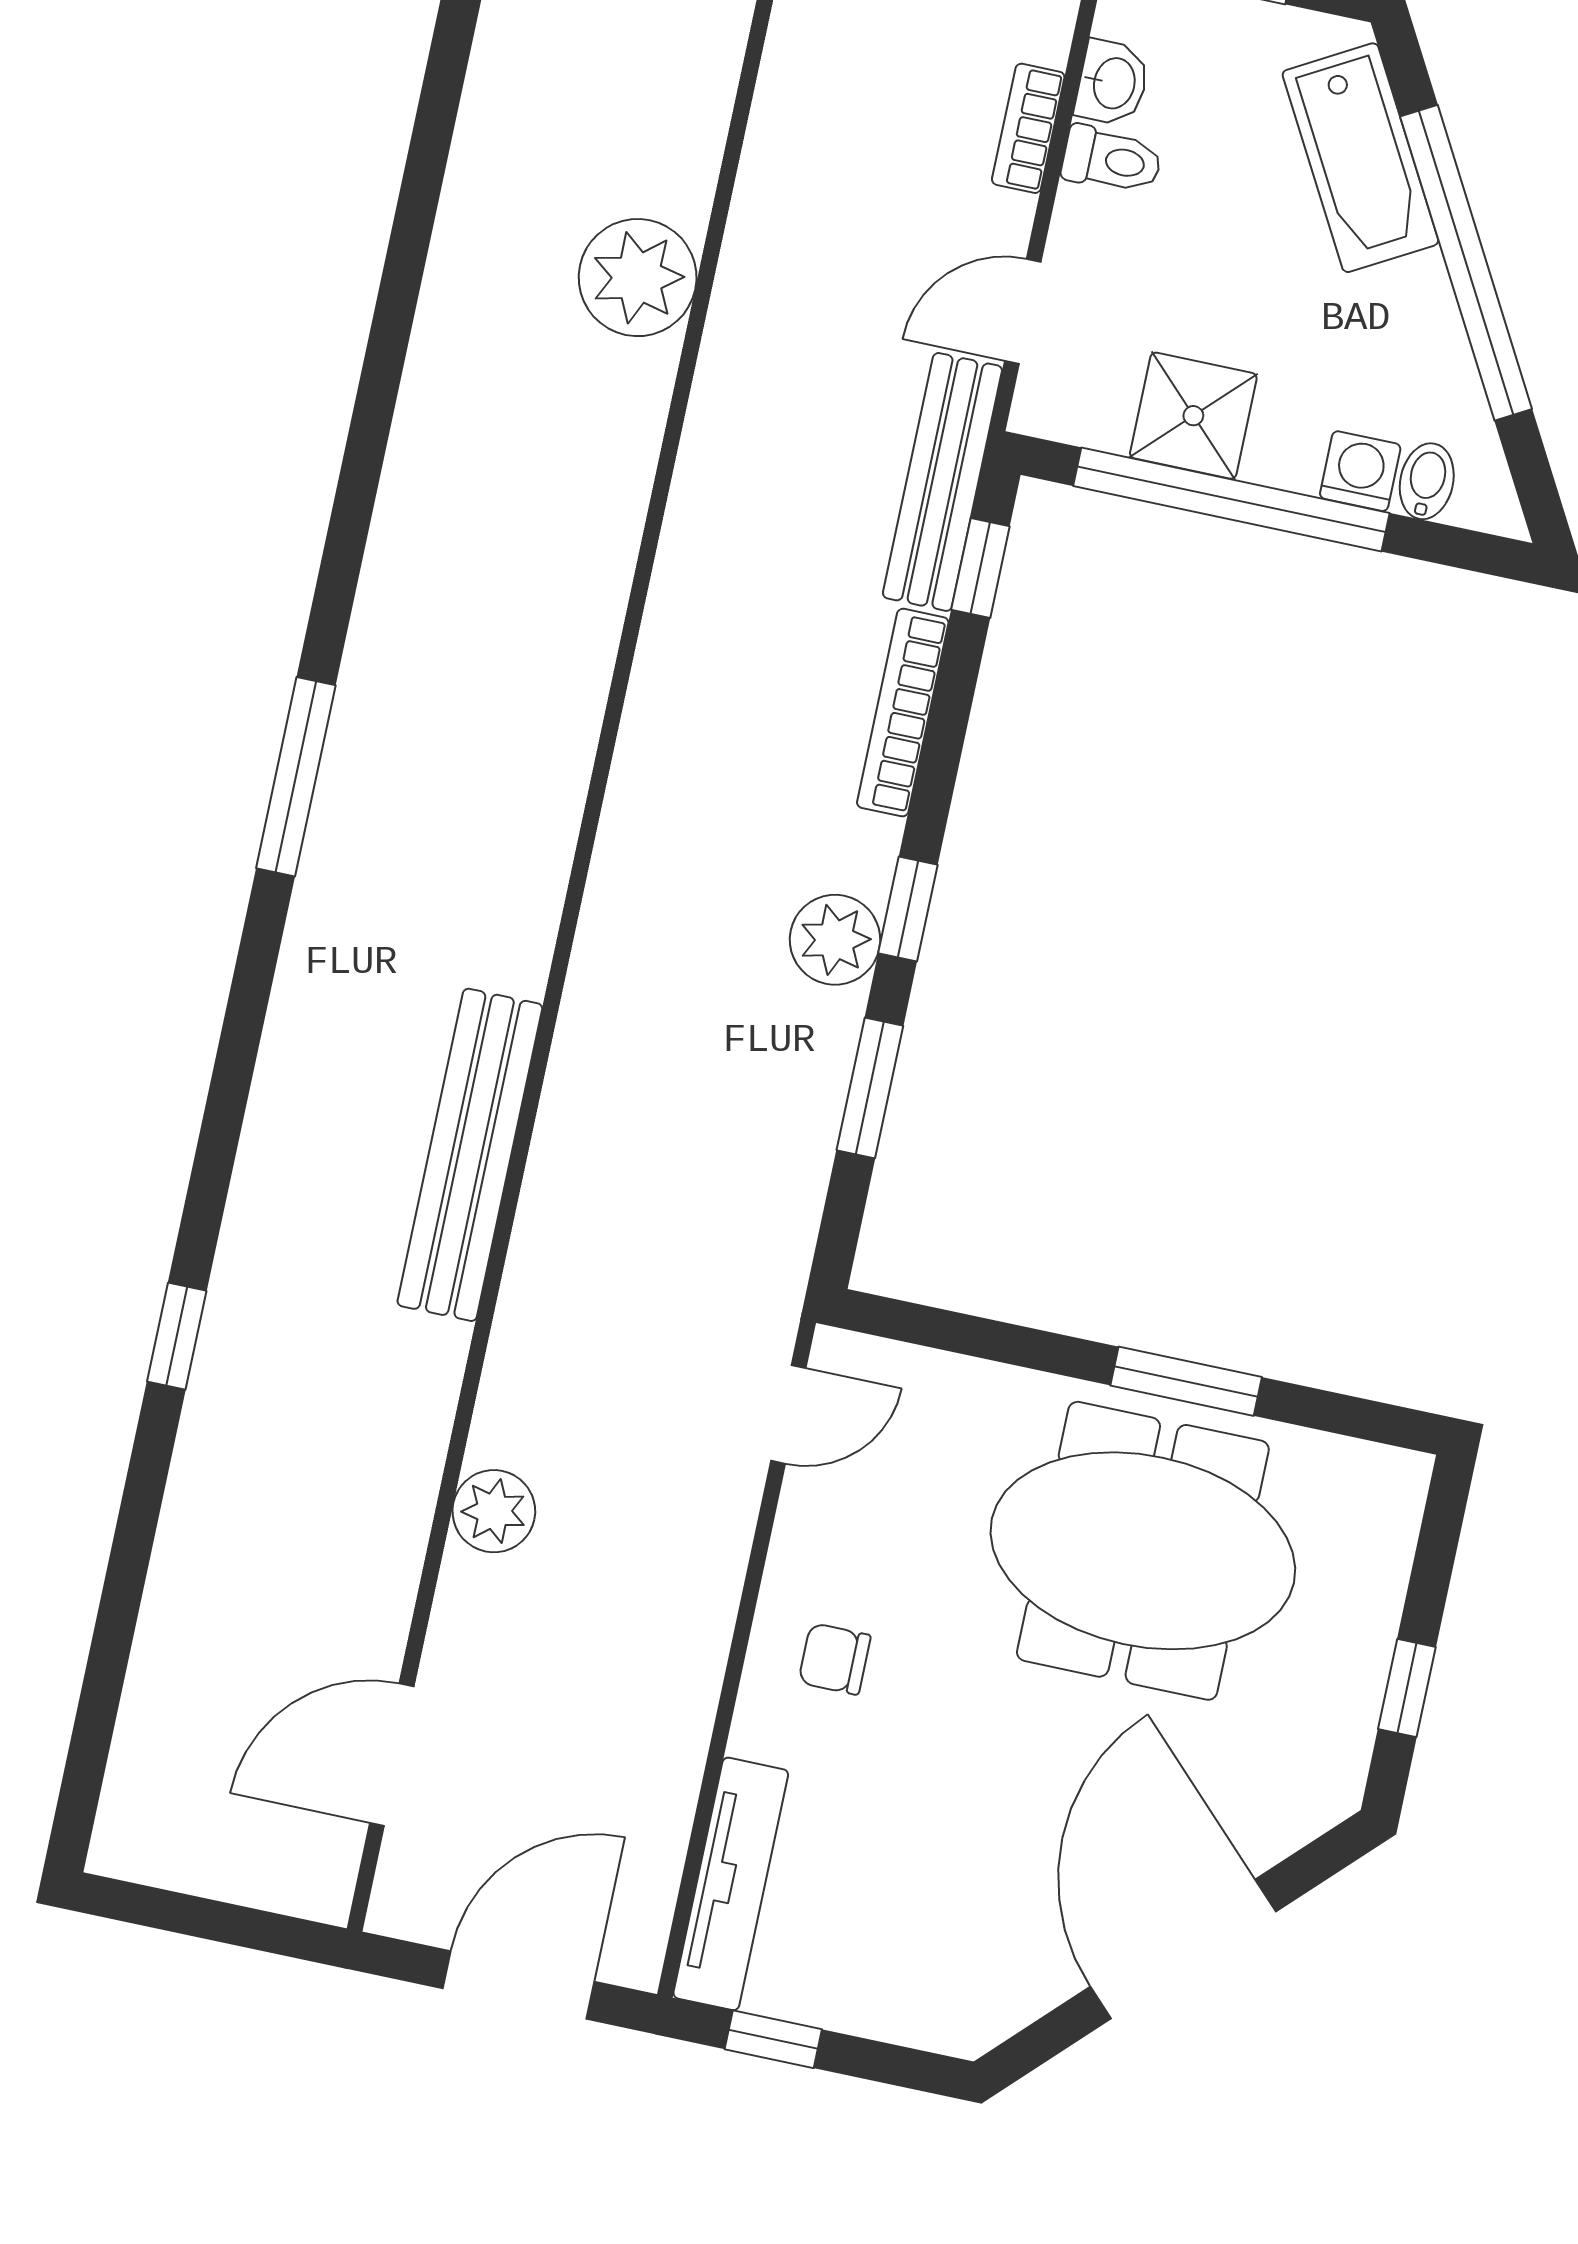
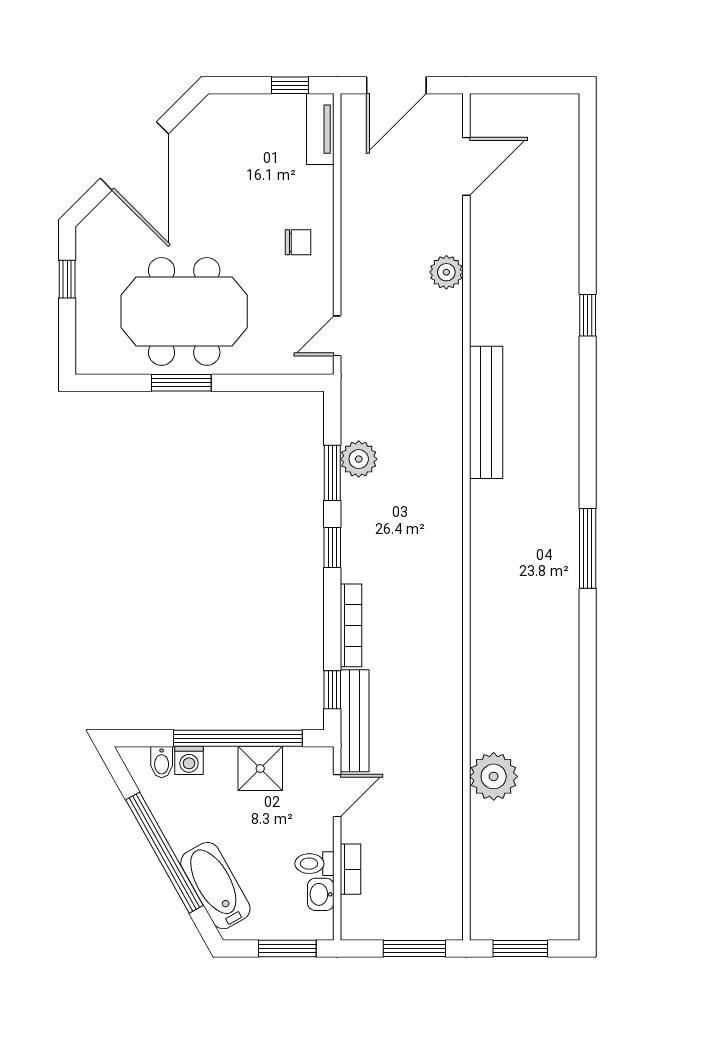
plant: (835, 940) -> (359, 459), moved
tv unit: (731, 1884) -> (320, 129), width x0.71

